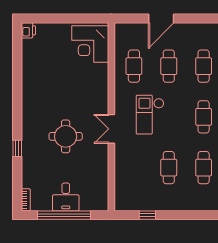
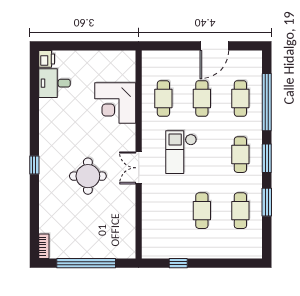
door: (161, 19) -> (214, 46), moved
corner desk: (90, 44) -> (115, 103), moved
window: (17, 148) -> (34, 165), moved
desk: (66, 197) -> (55, 83), moved, turned 90

